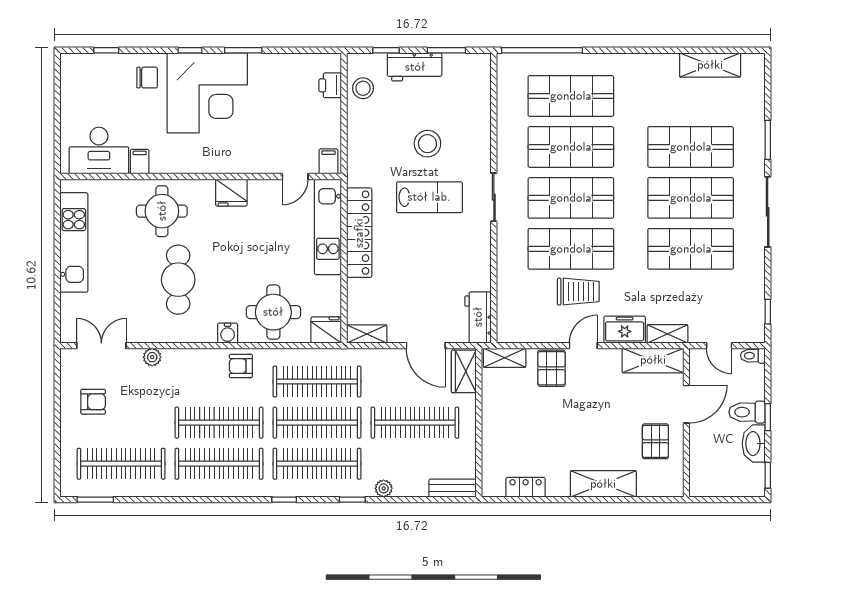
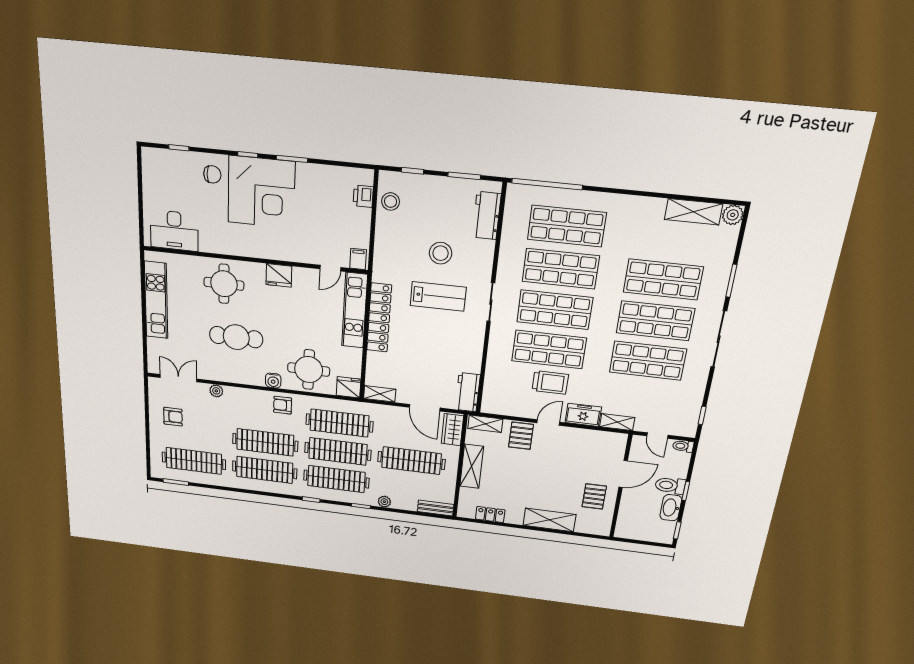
plant: (754, 64) -> (733, 215), added
workbench: (415, 67) -> (487, 216), moved, turned 90
filing cabinet: (140, 162) -> (207, 243), removed
cafe table: (178, 280) -> (236, 337), turned 90
shelving: (653, 360) -> (472, 466), moved, turned 90

